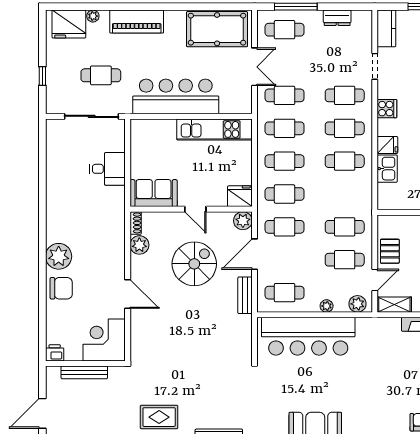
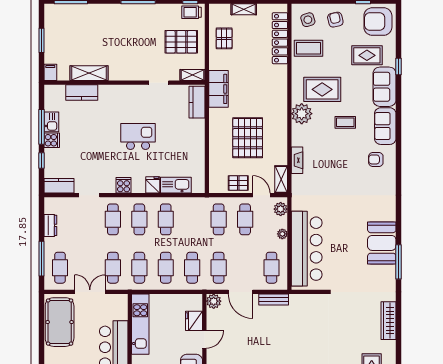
kitchen sink: (387, 169) -> (176, 185), width x1.38
fridge: (240, 196) -> (194, 321), moved
spiral stairs: (194, 264) -> (248, 340), removed

